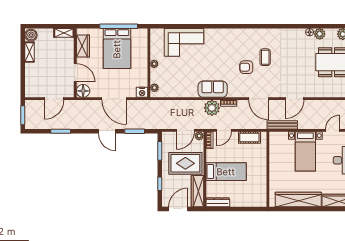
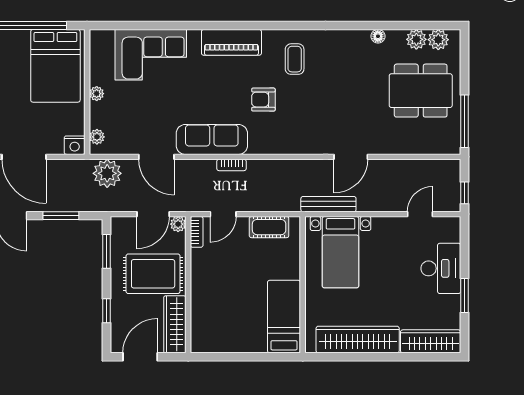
plant: (320, 34) -> (416, 39), moved
piano: (229, 36) -> (231, 42), added
bed: (117, 49) -> (55, 66), moved
coffee table: (265, 57) -> (295, 59), moved
sofa: (213, 89) -> (212, 139), width x1.36
door: (259, 99) -> (156, 157), moved
plant: (212, 108) -> (107, 173), moved
bed with nightstands: (305, 151) -> (341, 252), moved
bed: (226, 172) -> (284, 317), moved, turned -90
dresser: (218, 202) -> (212, 345), removed

